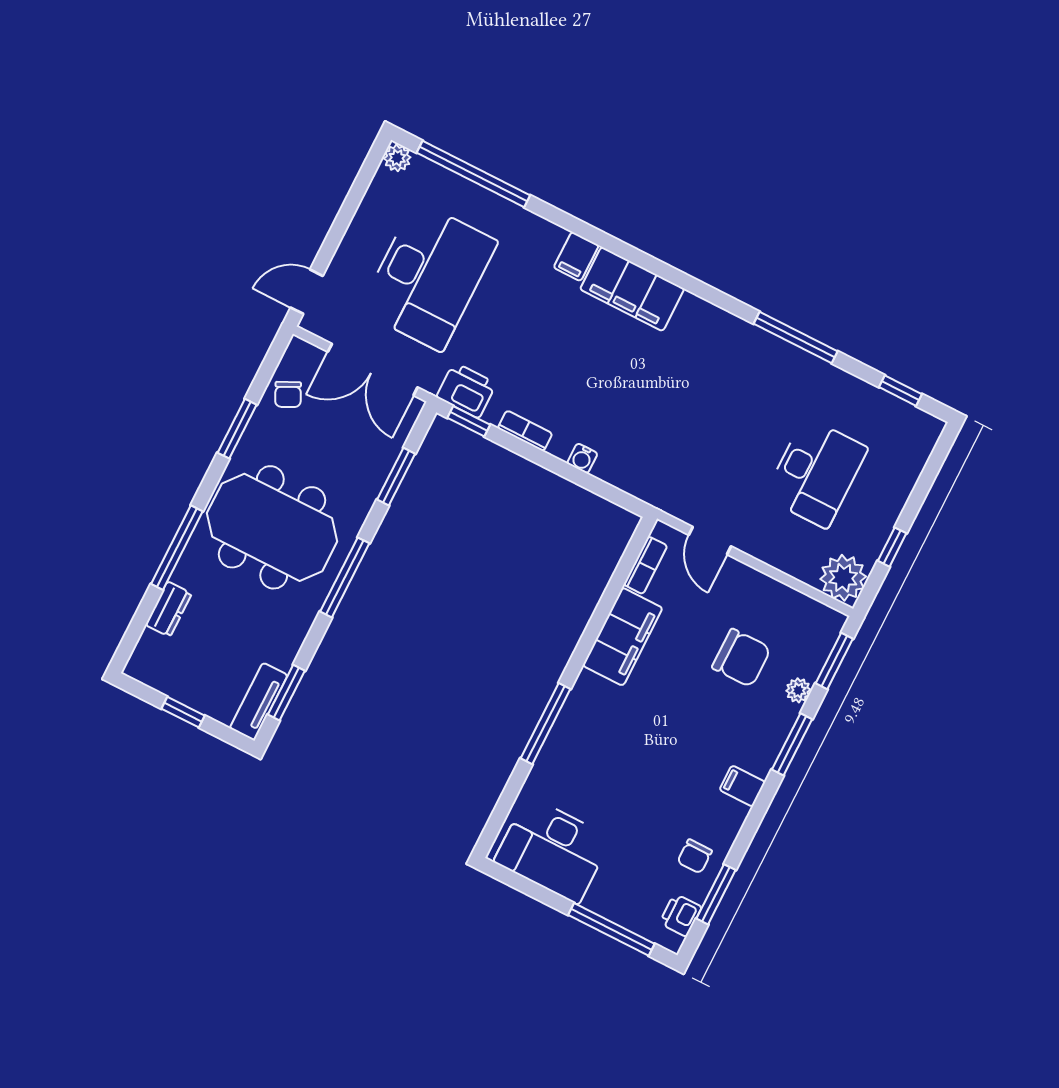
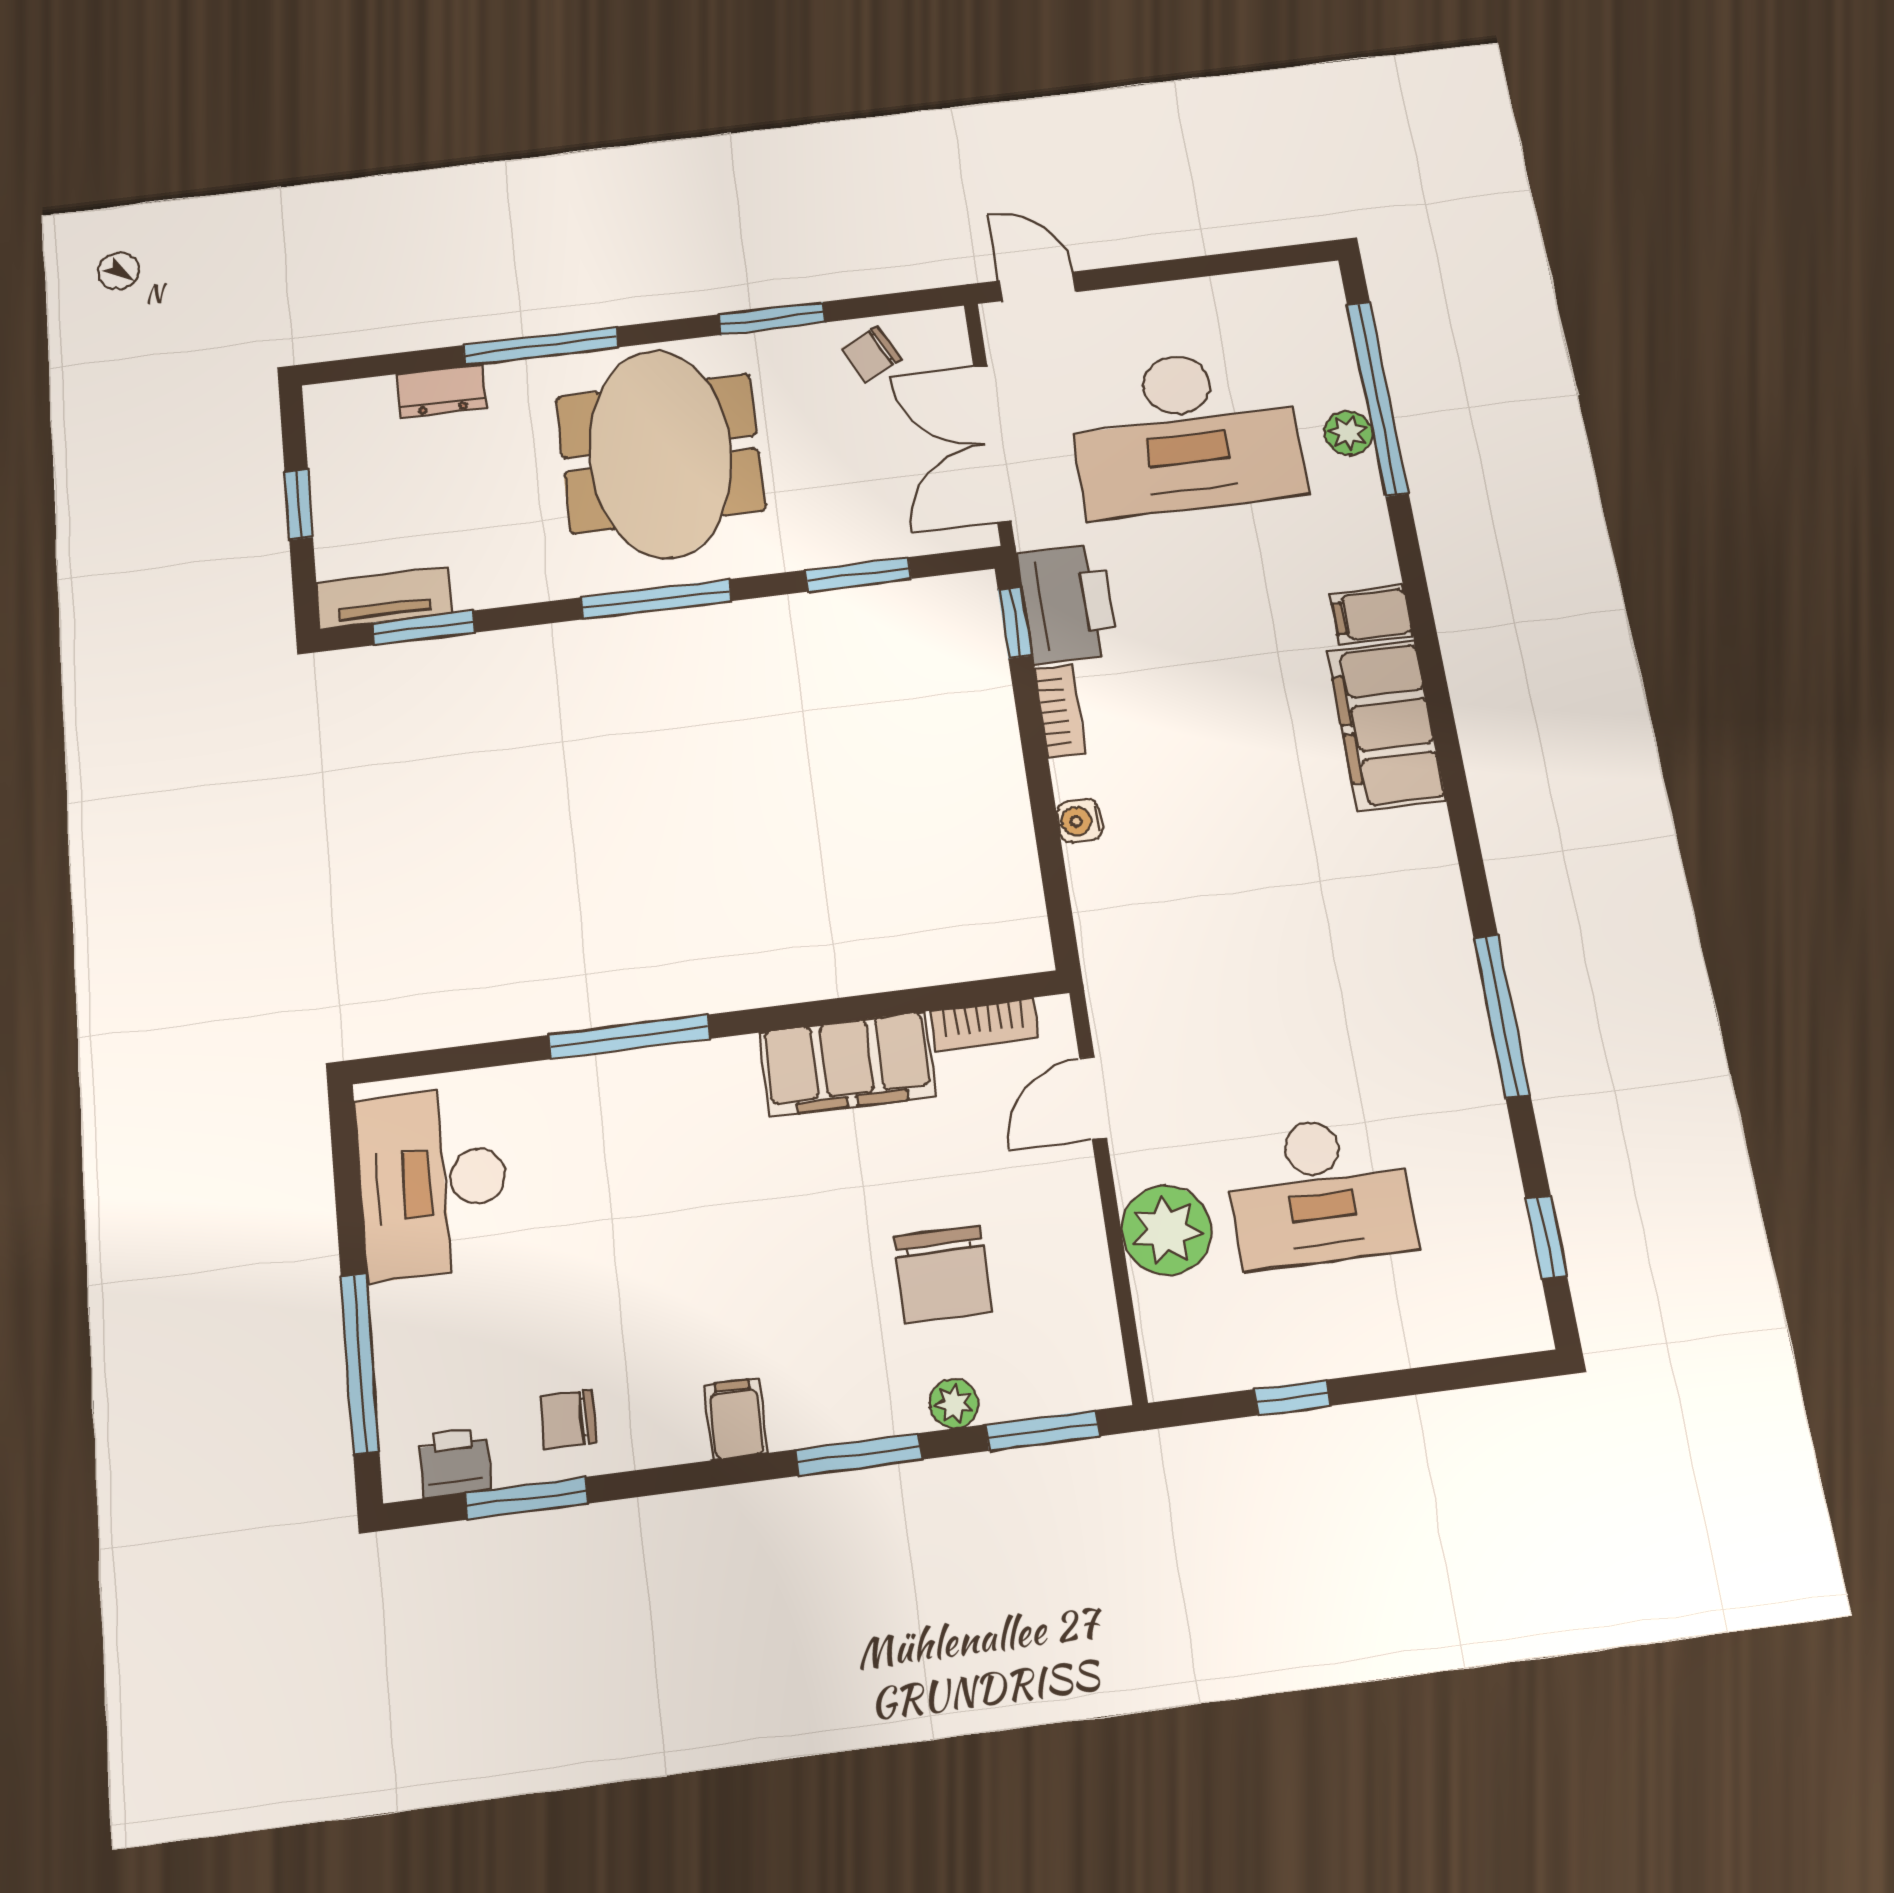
plant: (397, 158) -> (1348, 433), moved
printer: (466, 390) -> (1068, 604), width x1.37, depth x1.19
plant: (843, 578) -> (1167, 1230), moved

